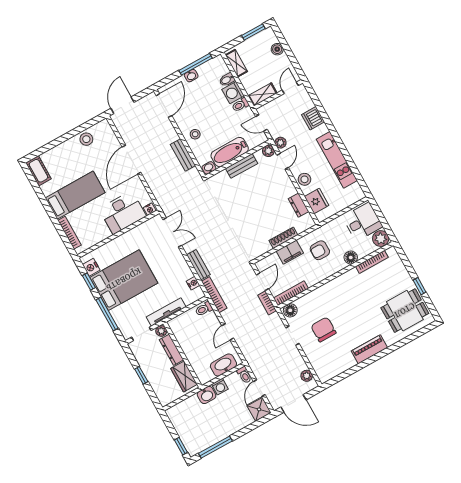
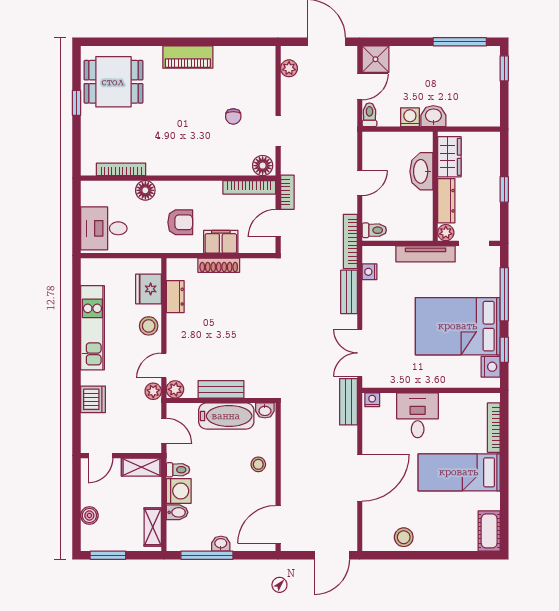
bench: (183, 155) -> (348, 402), moved
desk: (123, 212) -> (418, 415), width x0.73
plant: (381, 239) -> (92, 193), removed
chair: (323, 329) -> (233, 116), width x0.54, depth x0.54
washbasin: (223, 365) -> (421, 171), moved, turned 90

